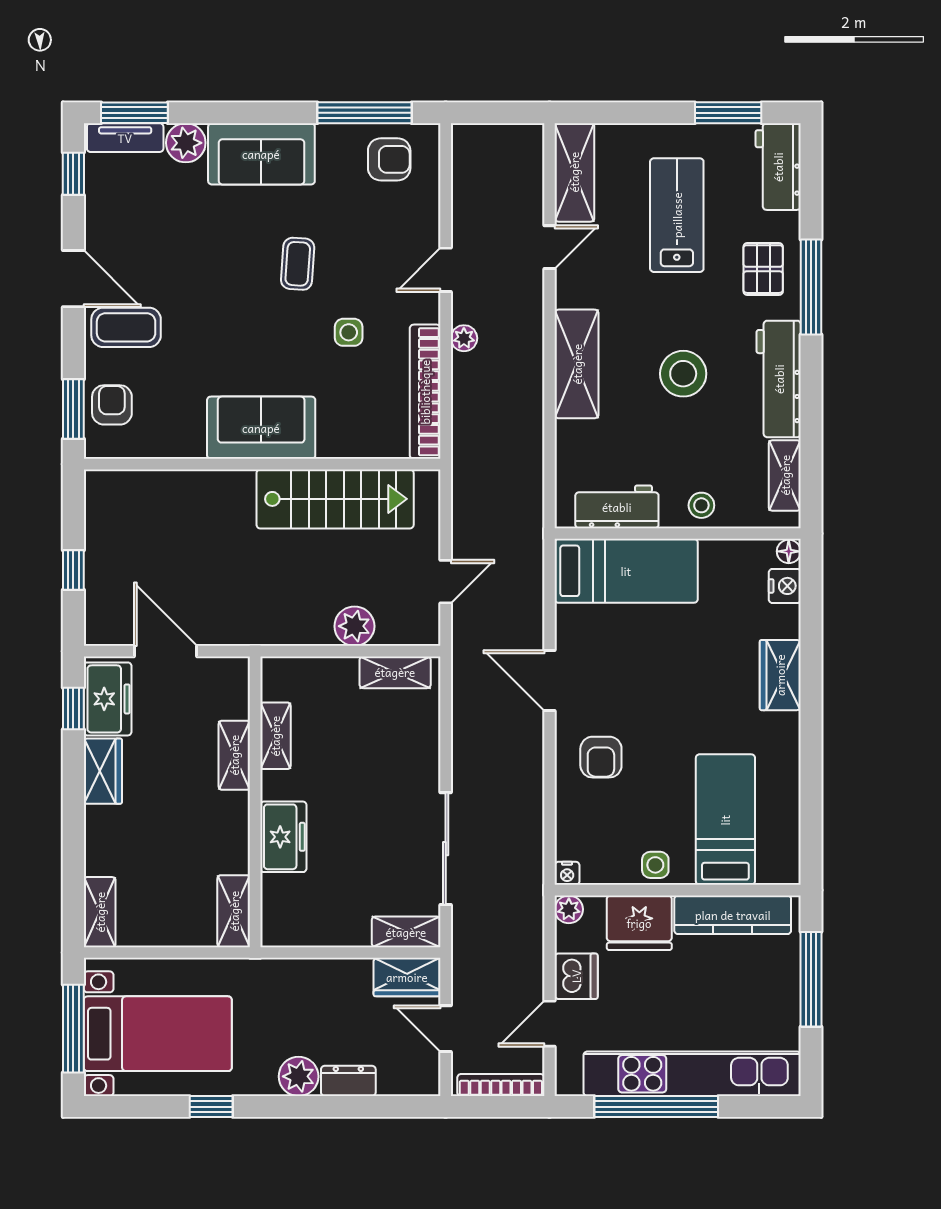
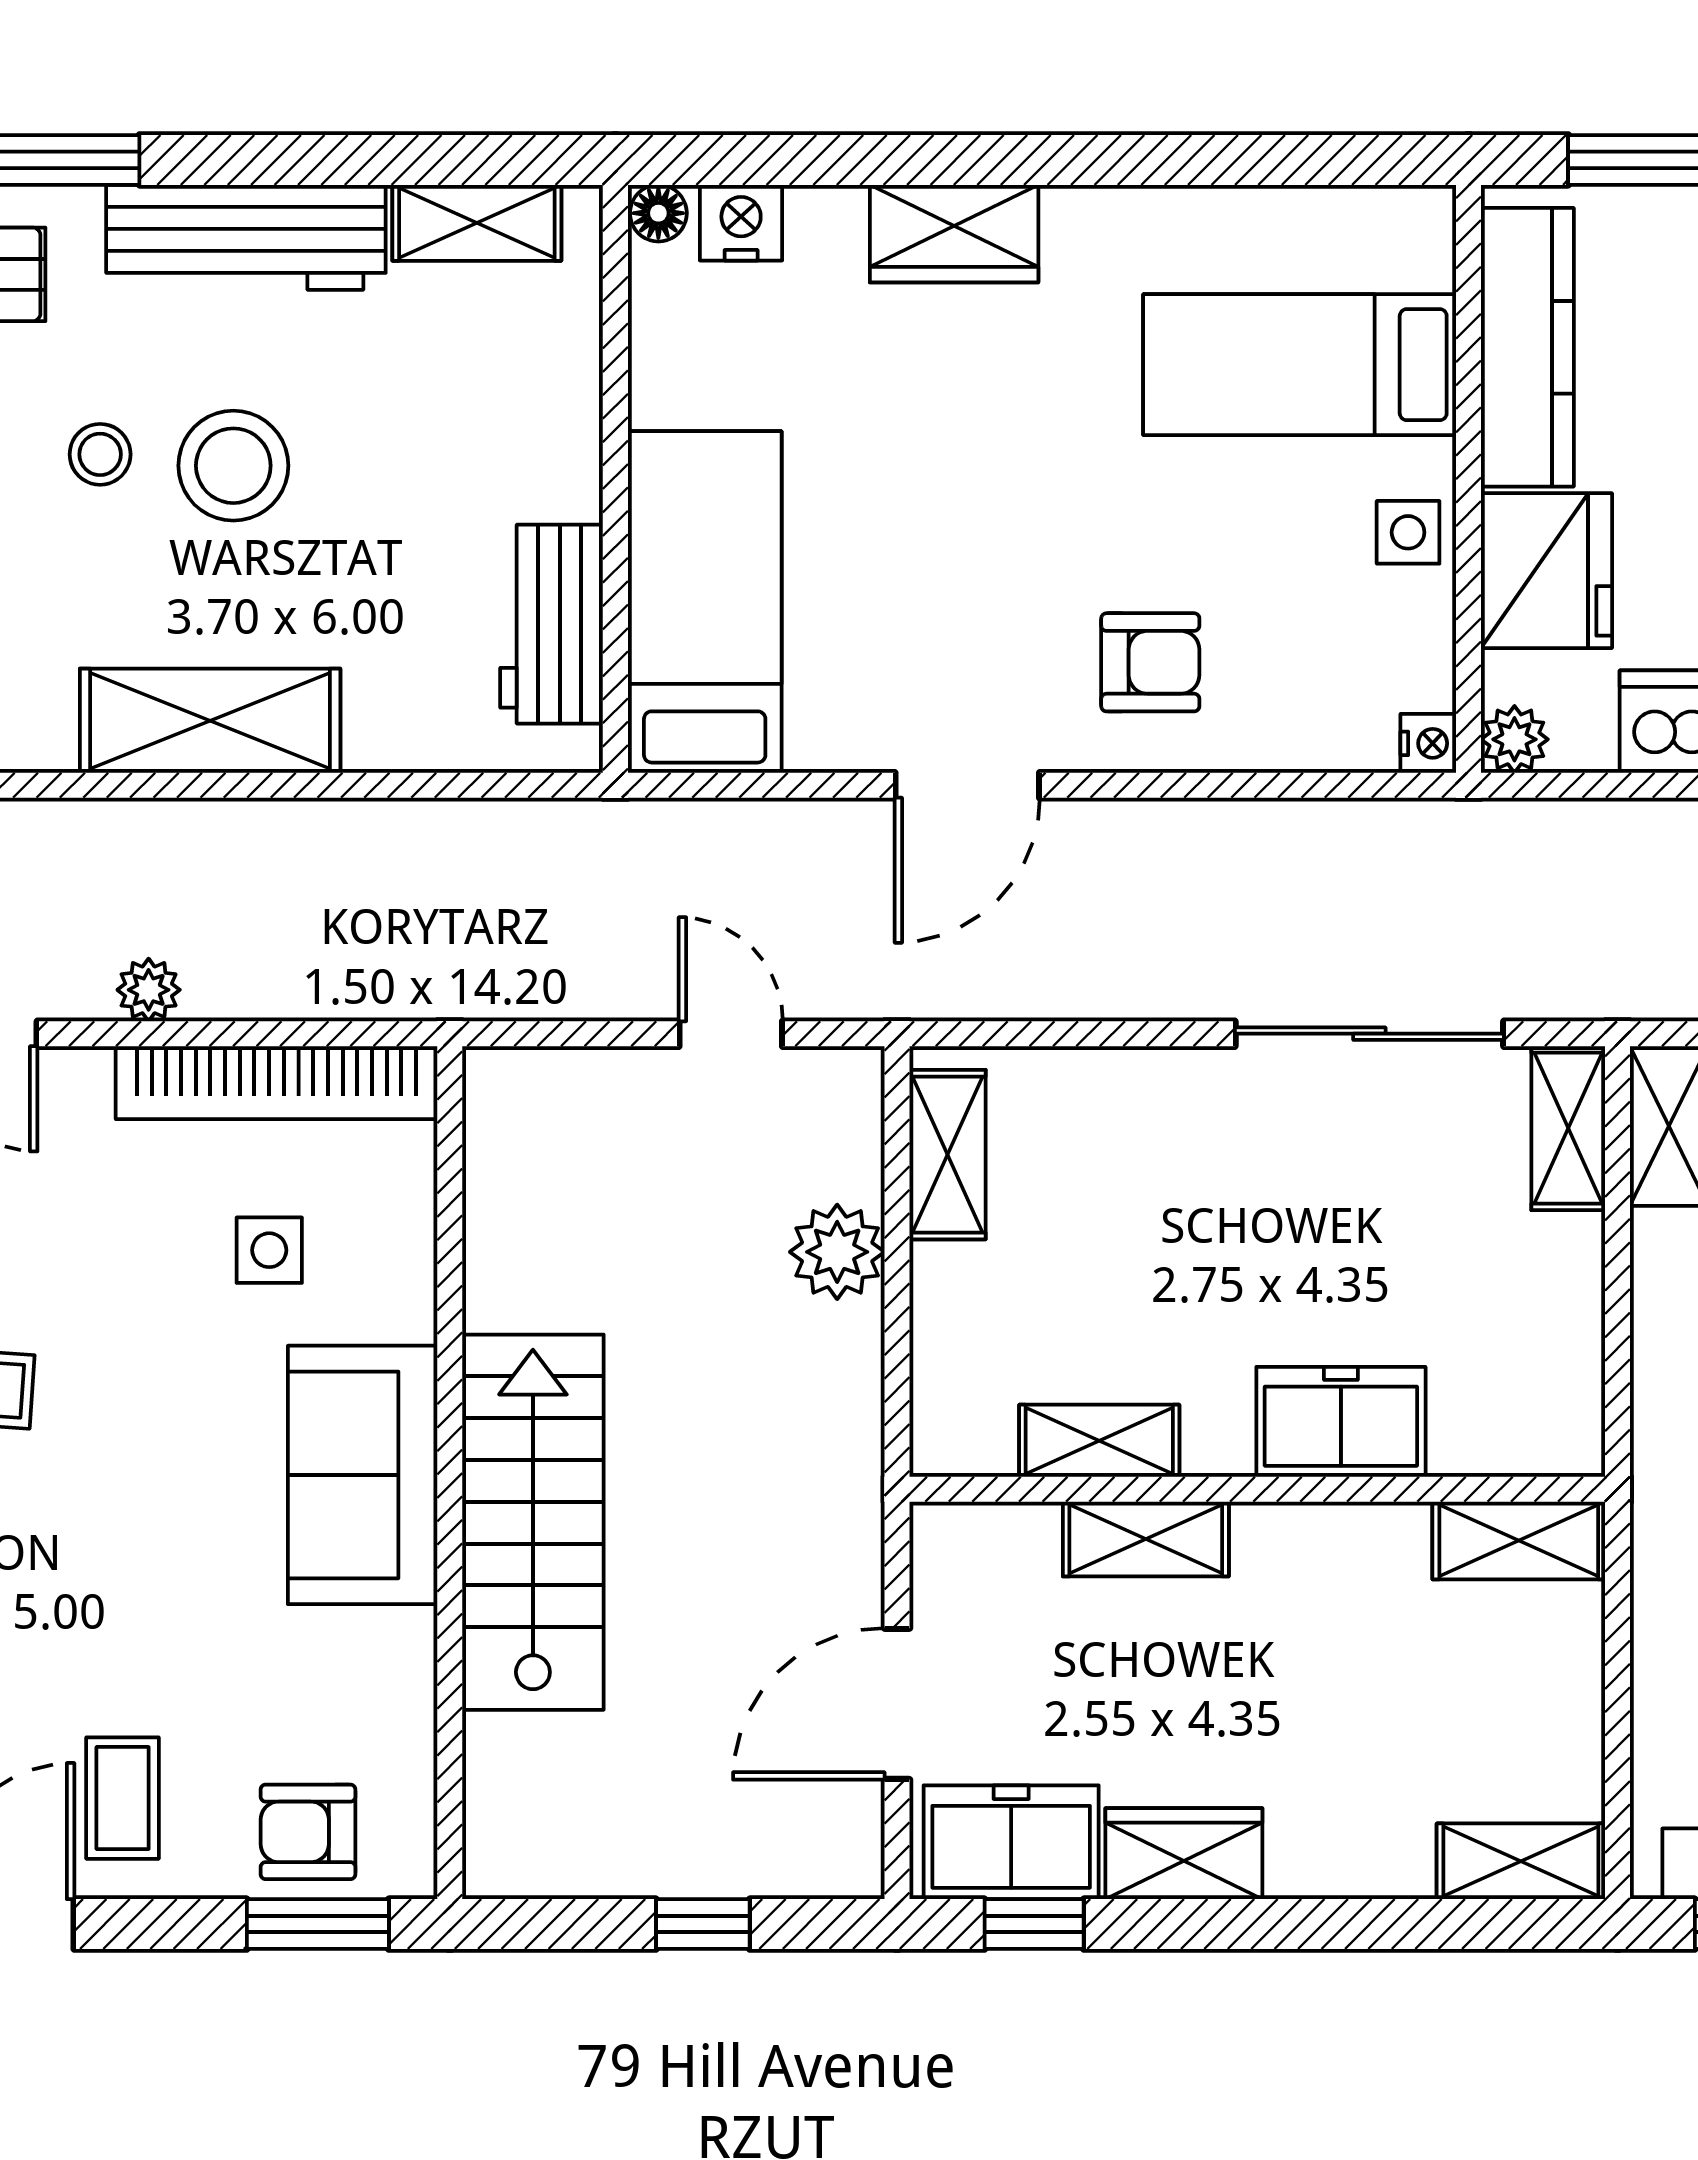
coffee table: (126, 327) -> (123, 1798), width x0.73, depth x0.77
side table: (349, 332) -> (269, 1250), moved
stairs: (335, 499) -> (533, 1522), moved
stool: (701, 505) -> (100, 454), moved

